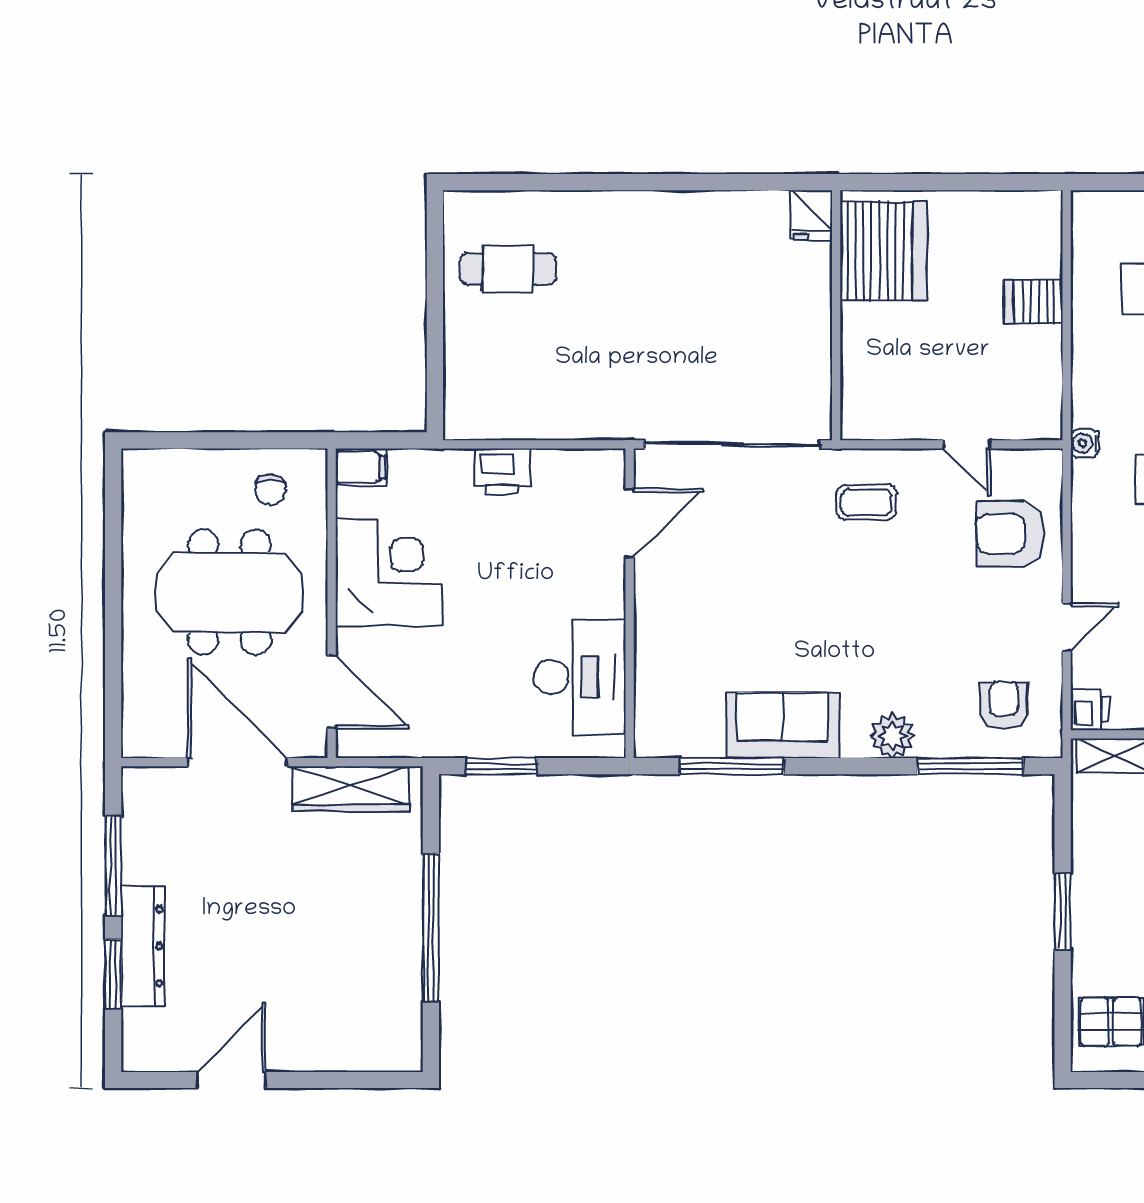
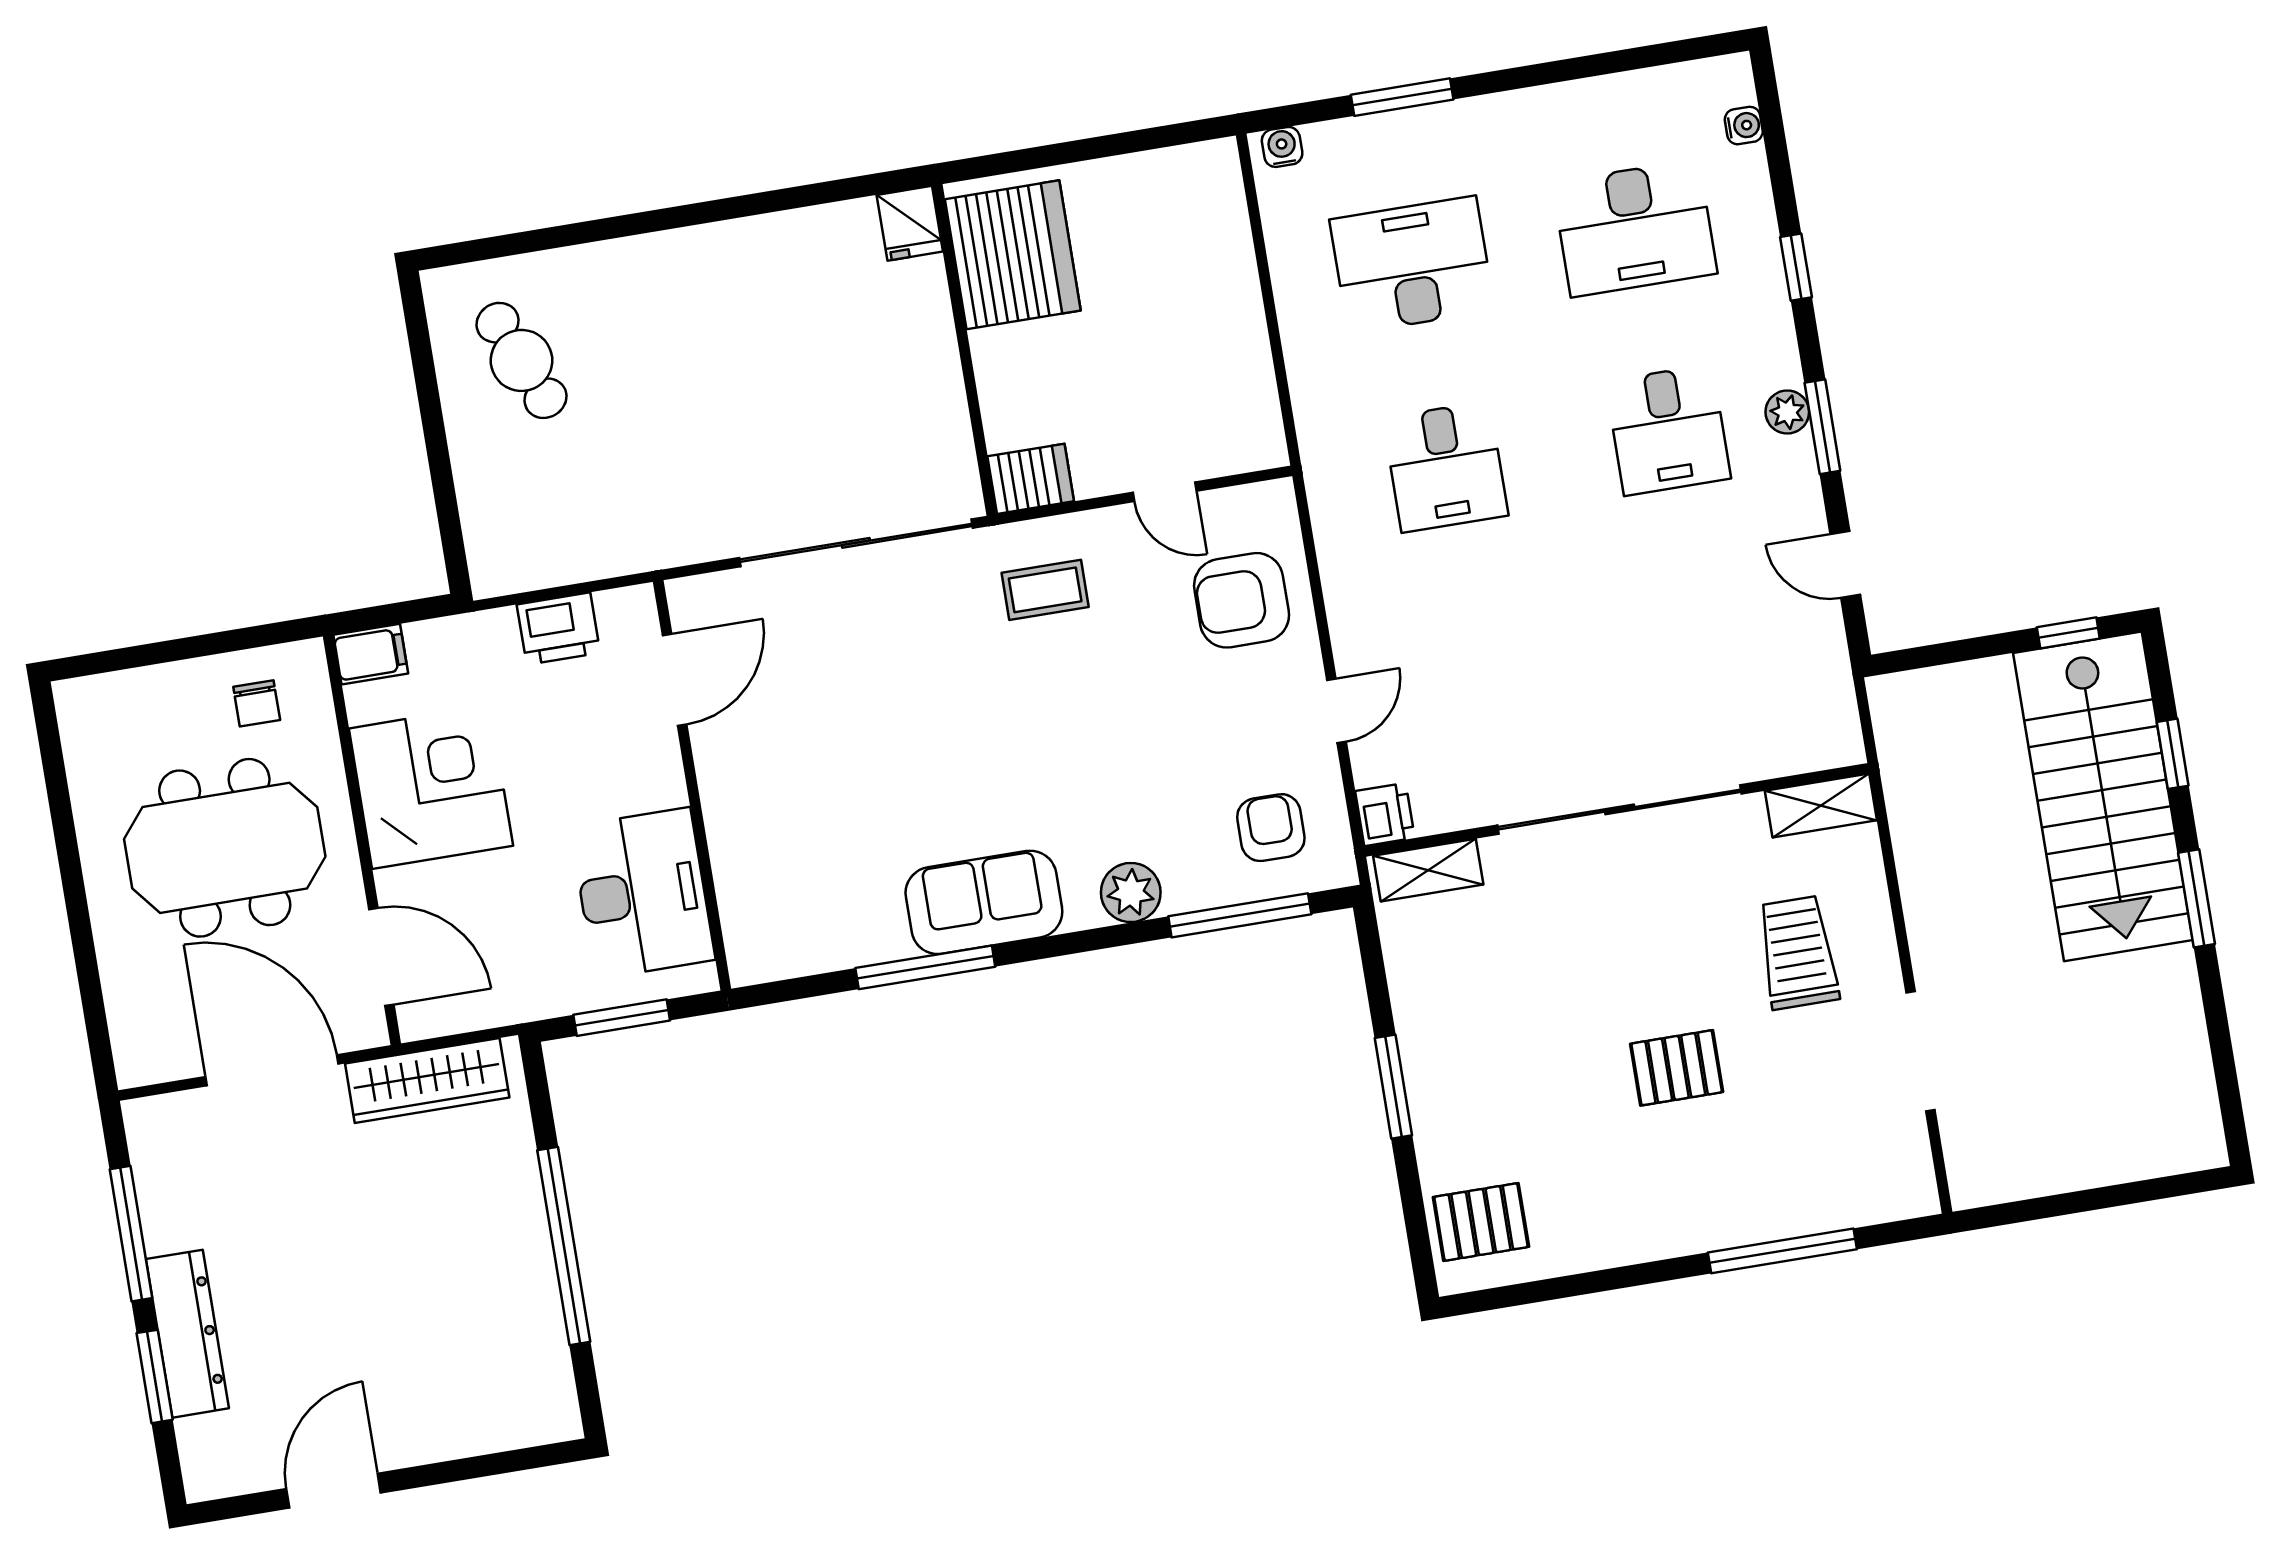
cafe table: (508, 269) -> (522, 360), turned 67
server rack: (1034, 301) -> (1031, 479), moved, turned 180
water cooler: (1085, 443) -> (1282, 147), moved, turned 90
door: (630, 523) -> (675, 680), moved
wall: (630, 603) -> (692, 785), moved
desk: (580, 677) -> (643, 893), moved

